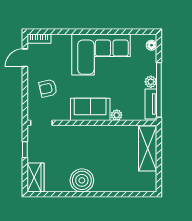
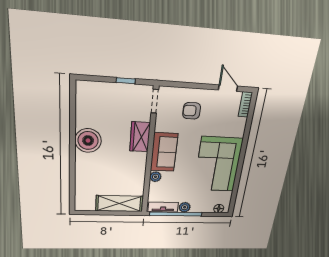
armchair: (48, 88) -> (192, 111), turned -77
wardrobe: (35, 177) -> (140, 137), moved, turned 90

